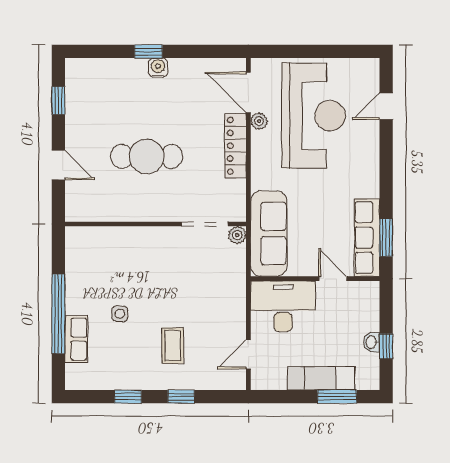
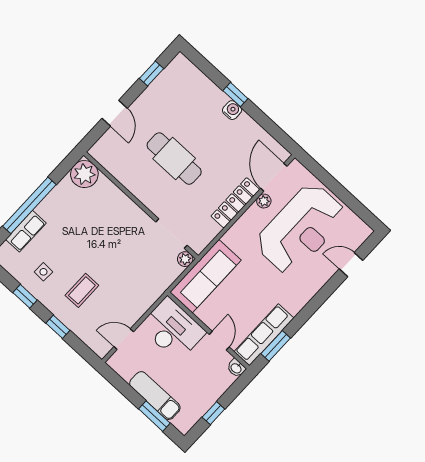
plant: (81, 242) -> (84, 174), added
side table: (120, 314) -> (43, 272), moved
washbasin: (372, 342) -> (236, 368), moved, turned -90

